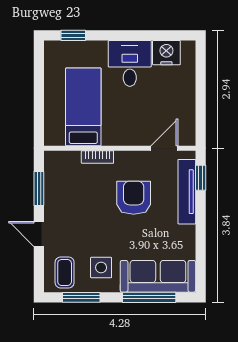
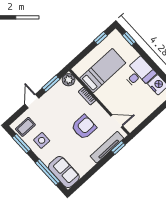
window: (39, 71) -> (101, 38), added
plant: (55, 162) -> (69, 80), added
sofa: (158, 276) -> (64, 172), width x0.73

